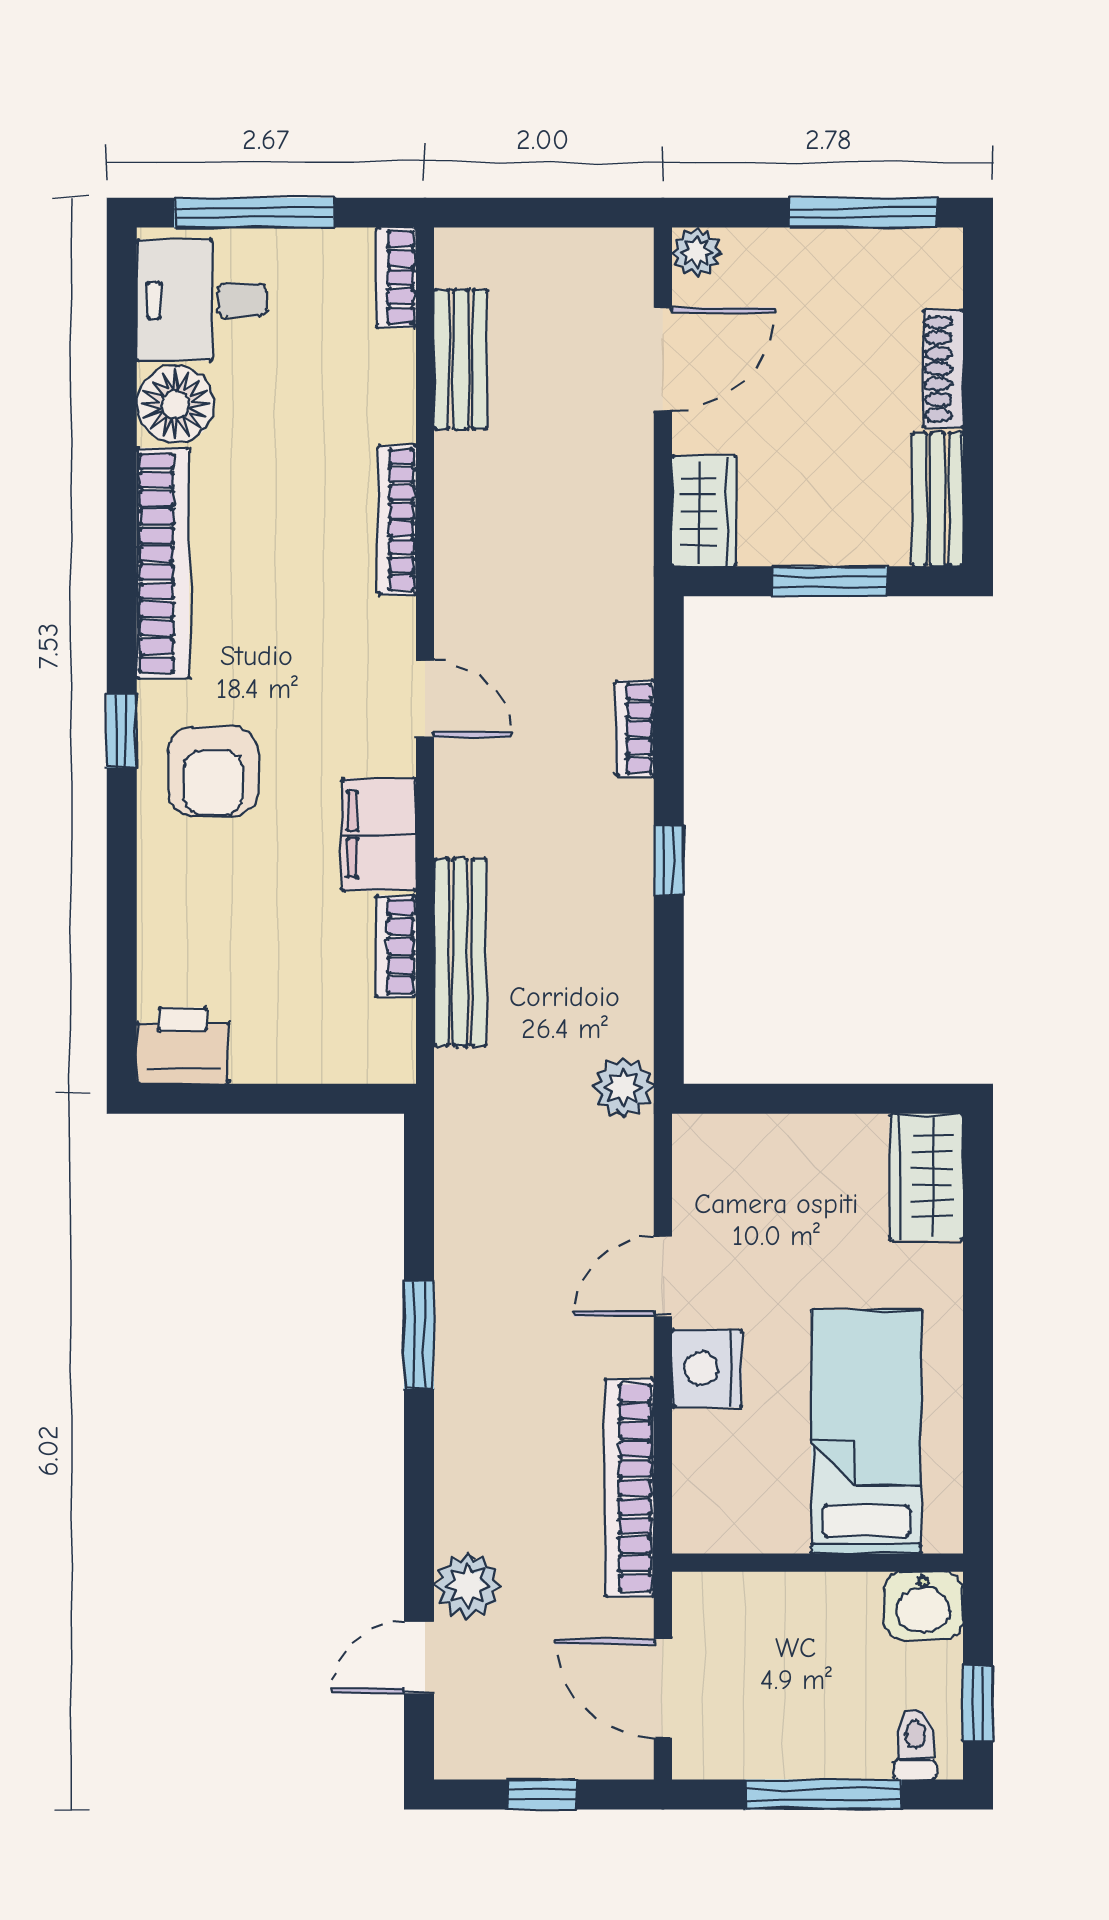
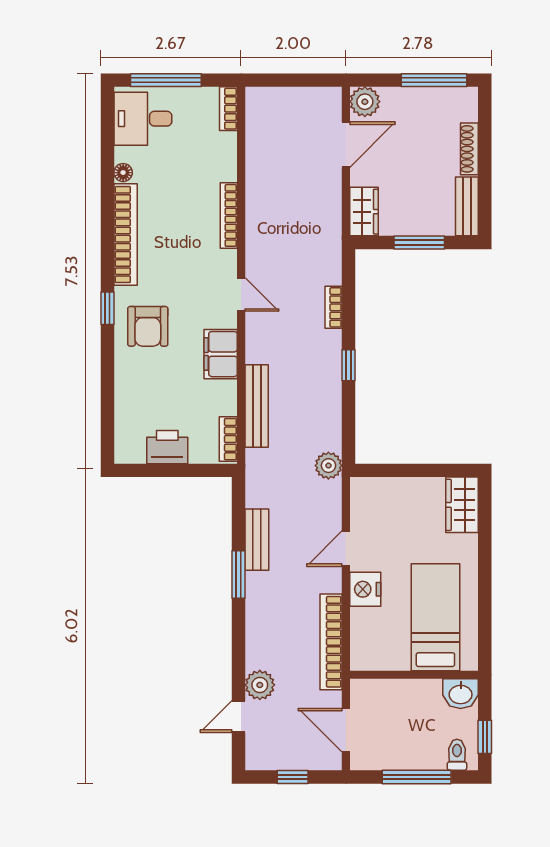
plant: (697, 252) -> (365, 102), width x1.38, depth x1.38
bench: (461, 359) -> (257, 540), moved
floor lamp: (175, 404) -> (123, 173), width x0.53, depth x0.53
bookcase: (396, 946) -> (228, 439), moved
printer: (183, 1046) -> (167, 447), moved

